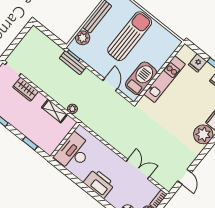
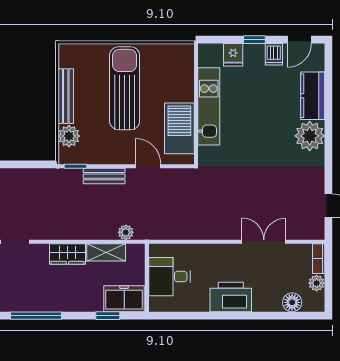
bench: (73, 63) -> (104, 176), moved
wardrobe: (26, 89) -> (67, 254), moved
freezer: (45, 141) -> (124, 299), added
desk: (74, 152) -> (170, 277), width x0.73

